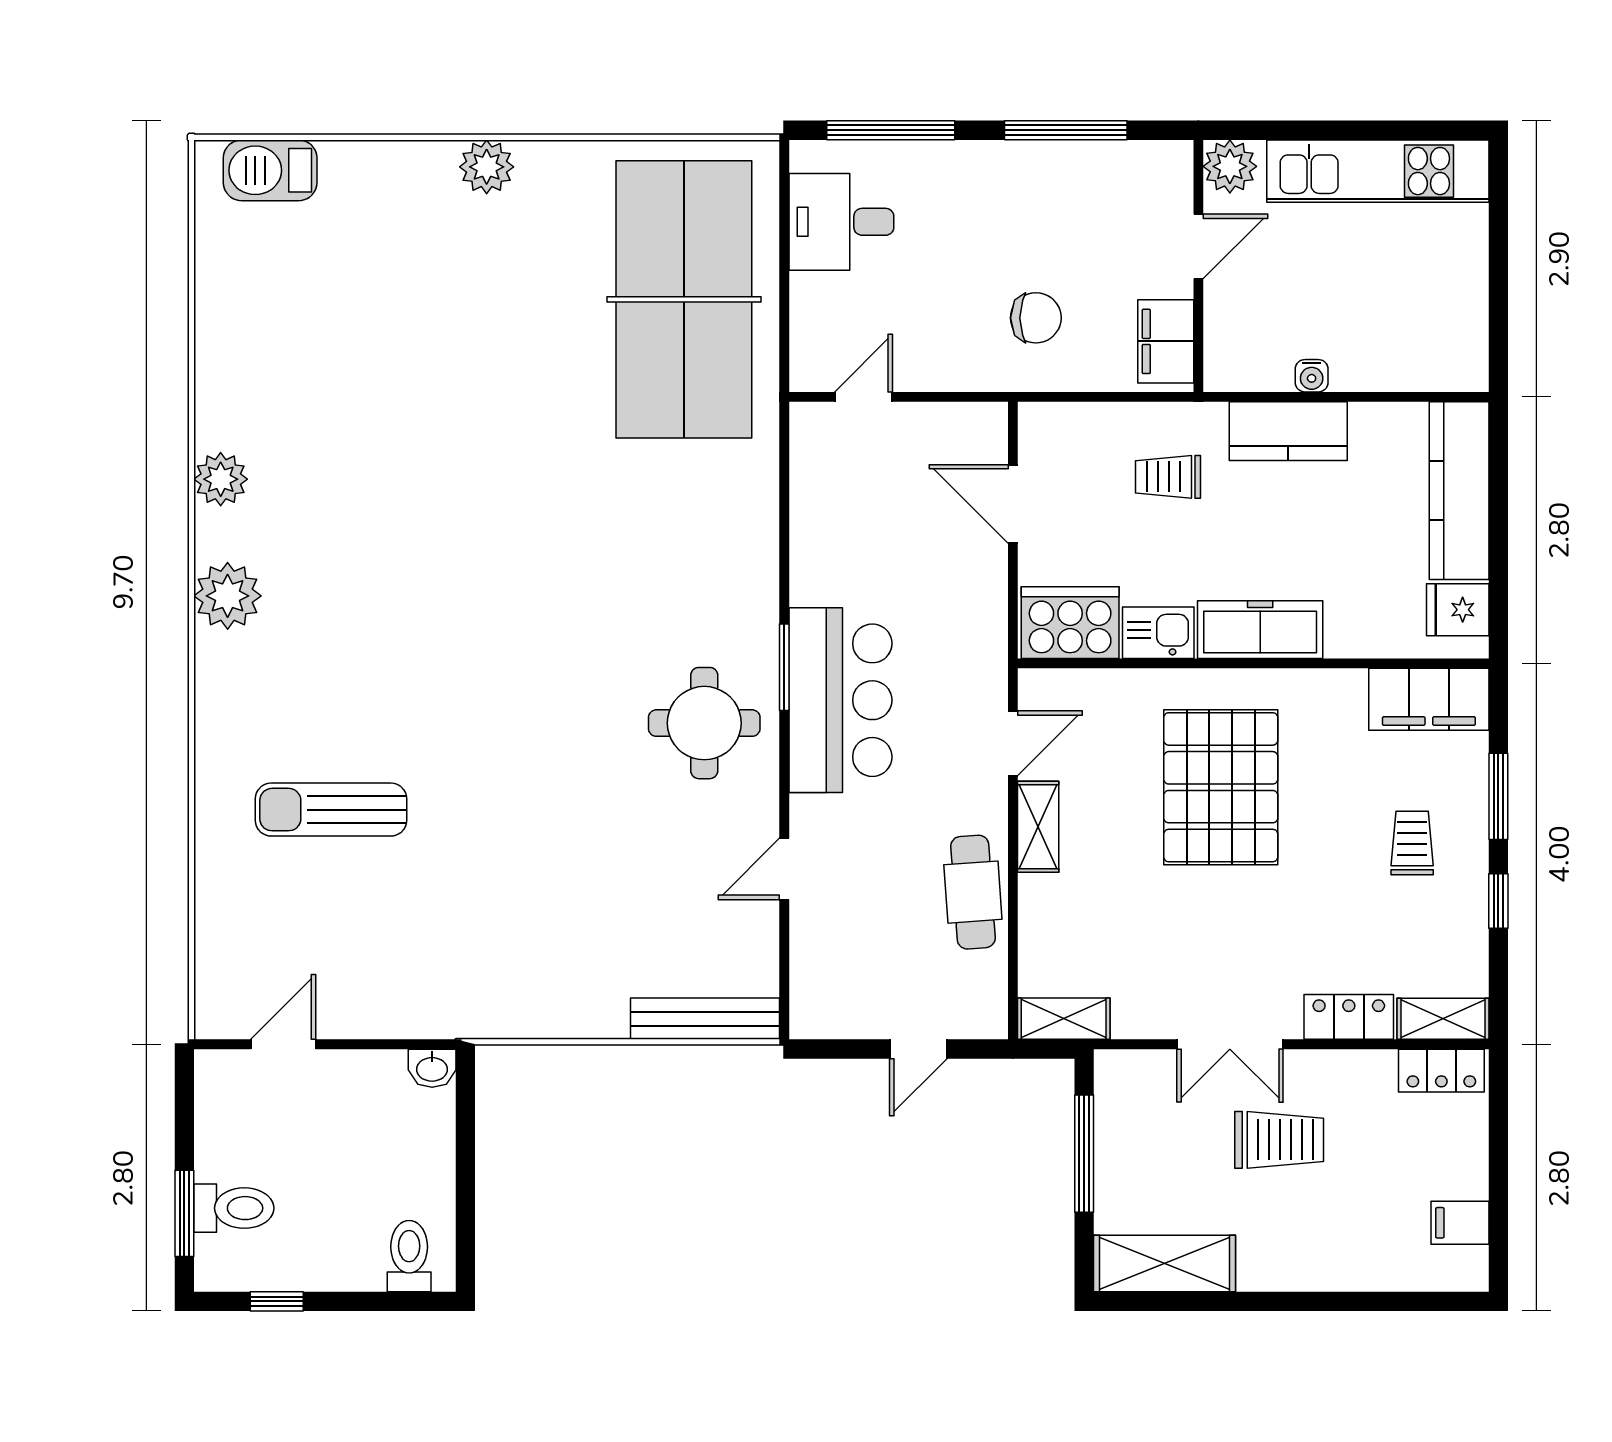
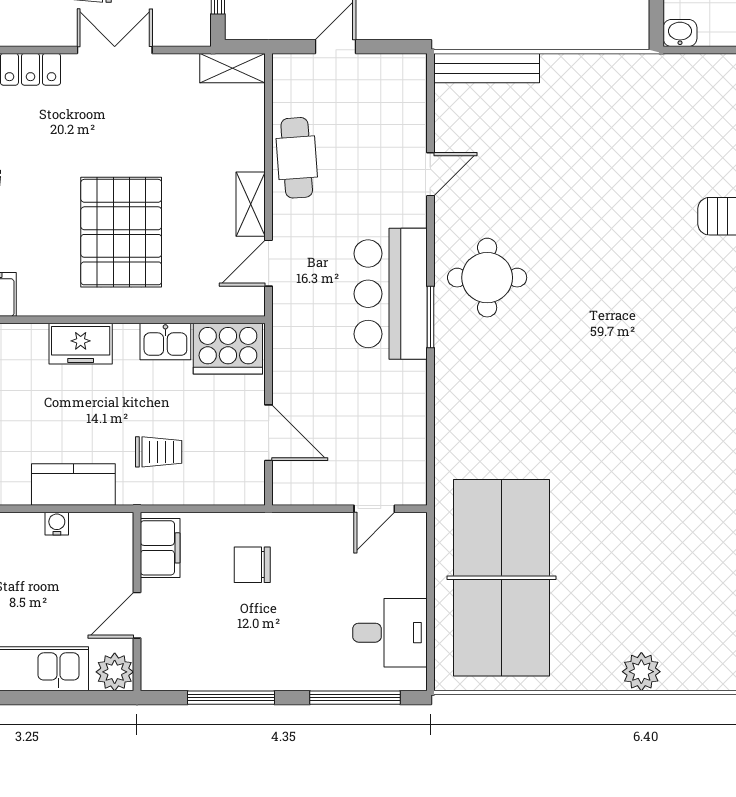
freezer: (1260, 630) -> (81, 344), width x0.71

